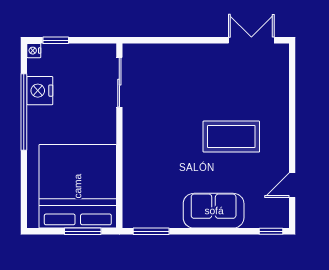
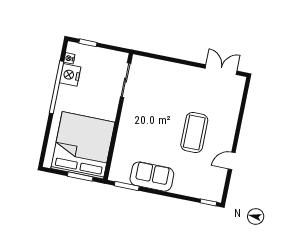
nightstand: (34, 51) -> (69, 58), moved
coffee table: (231, 137) -> (194, 132), turned 90
door: (292, 185) -> (232, 161), moved
sofa: (214, 211) -> (152, 177), moved

